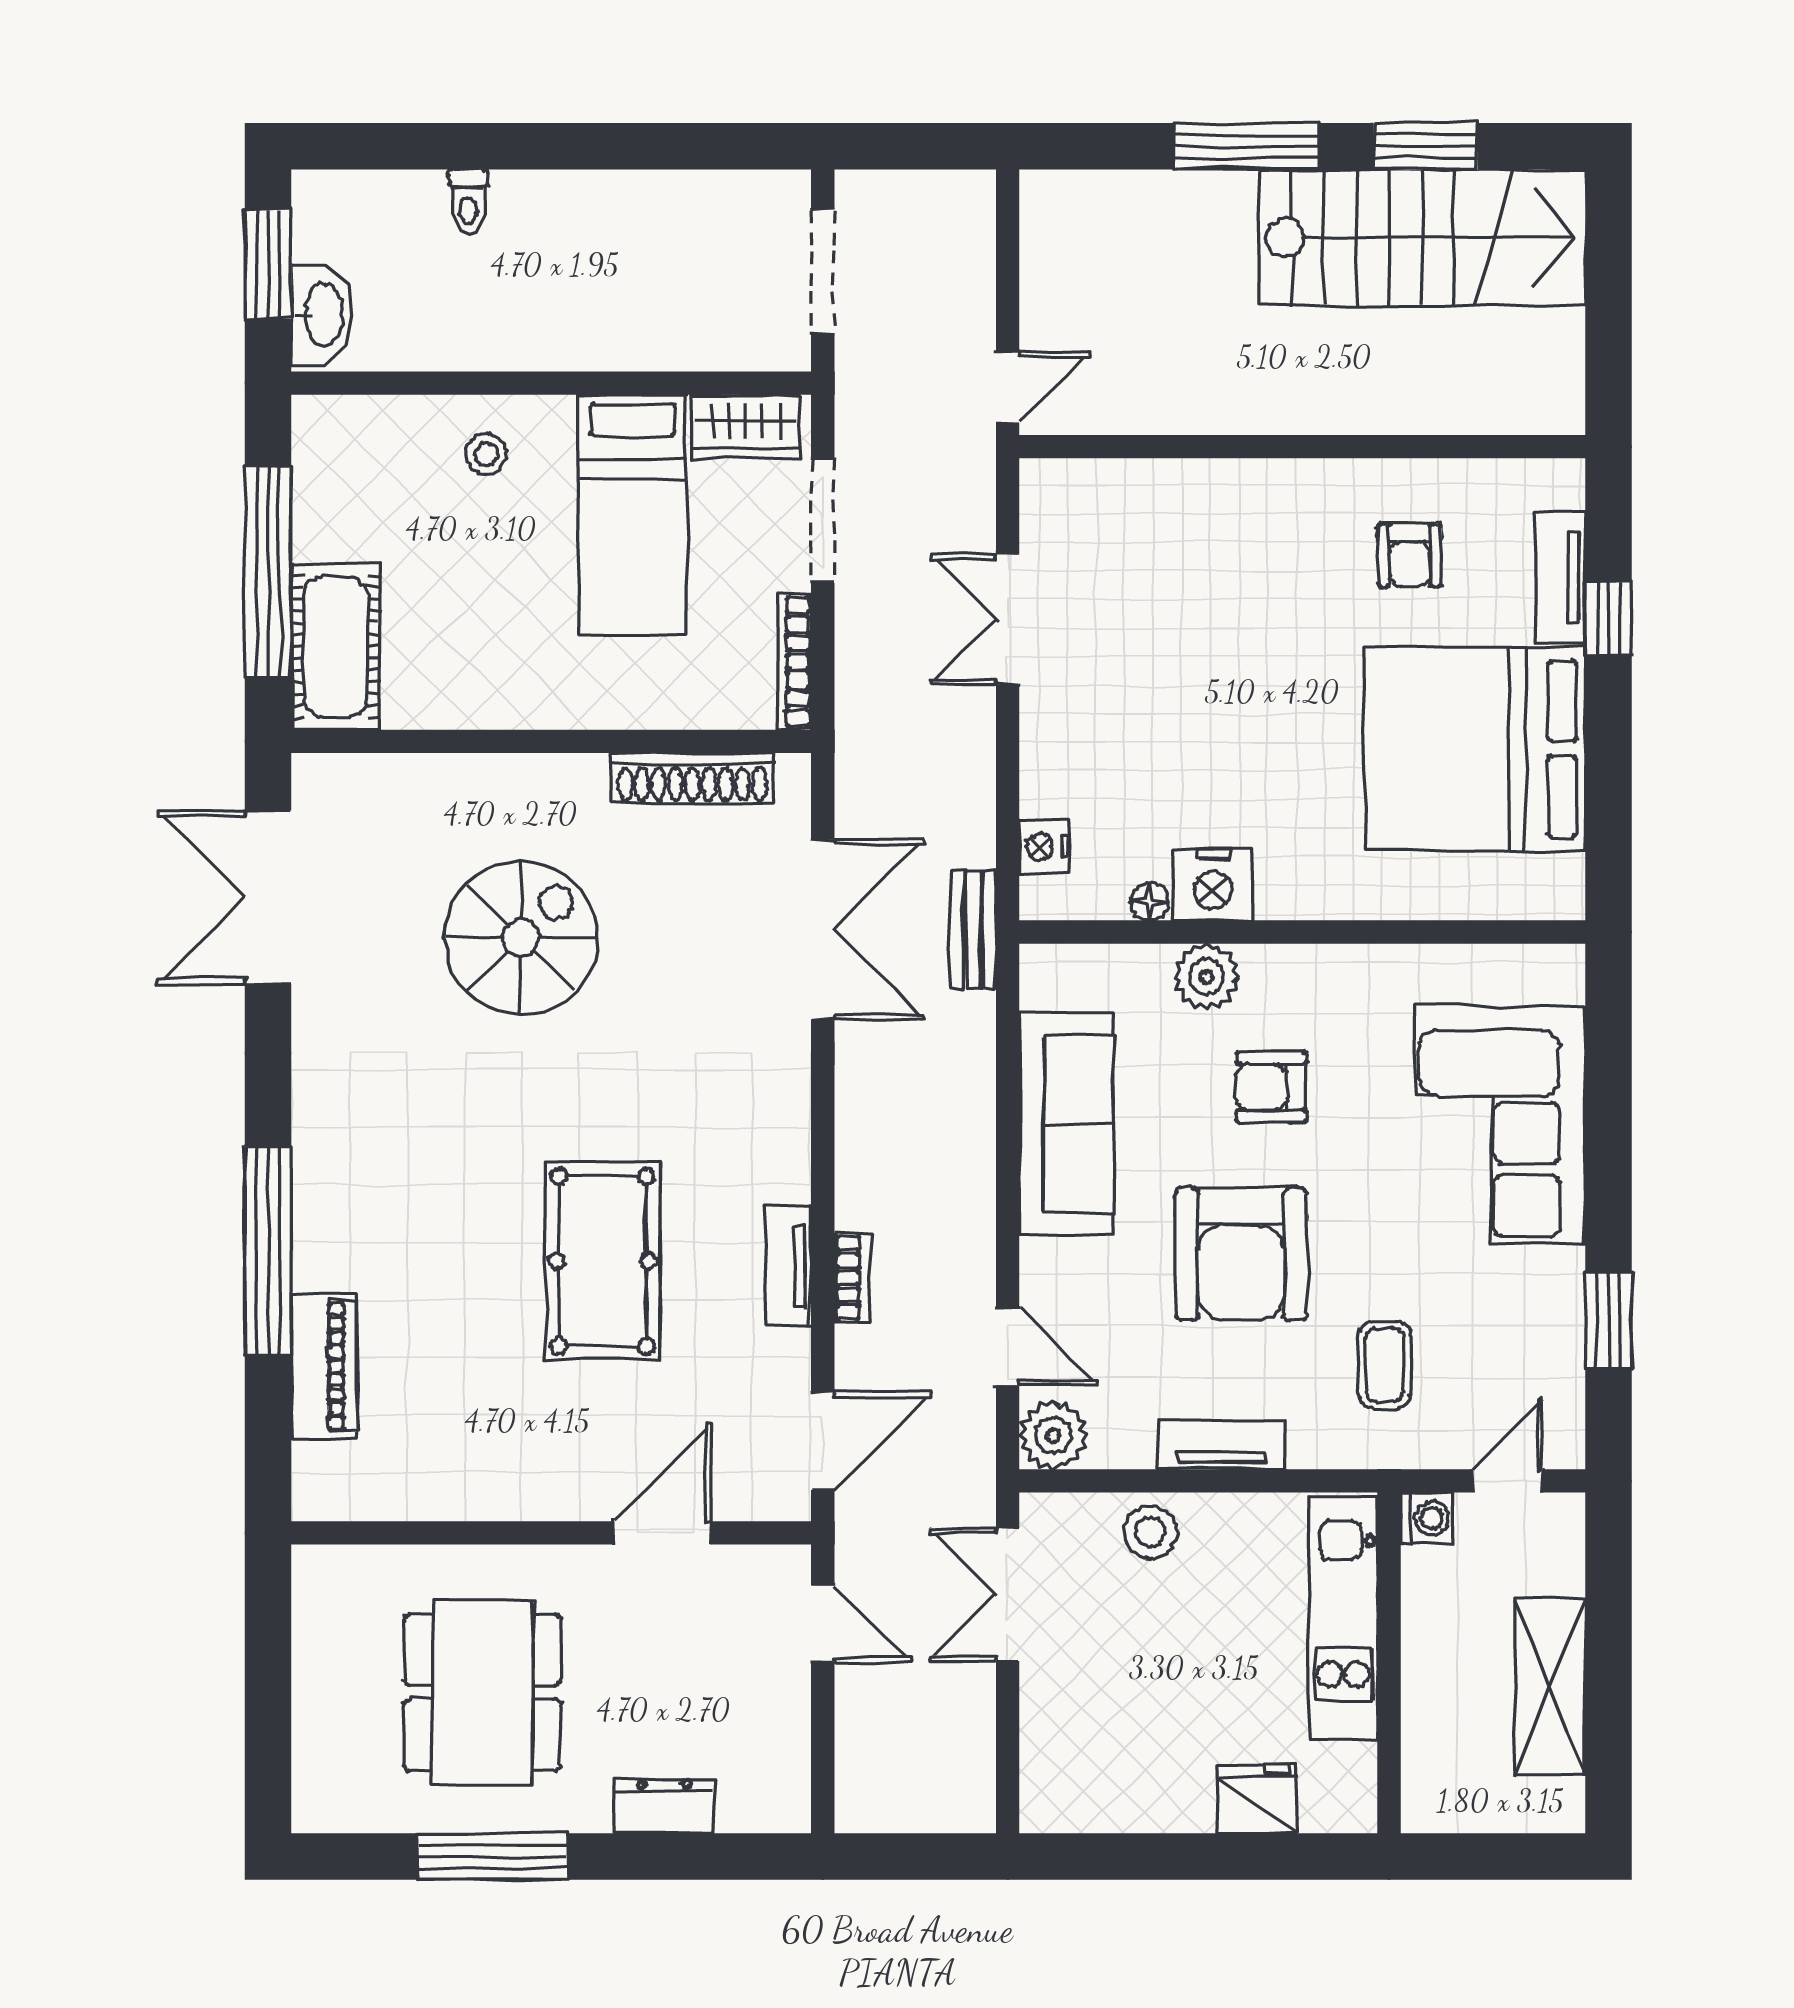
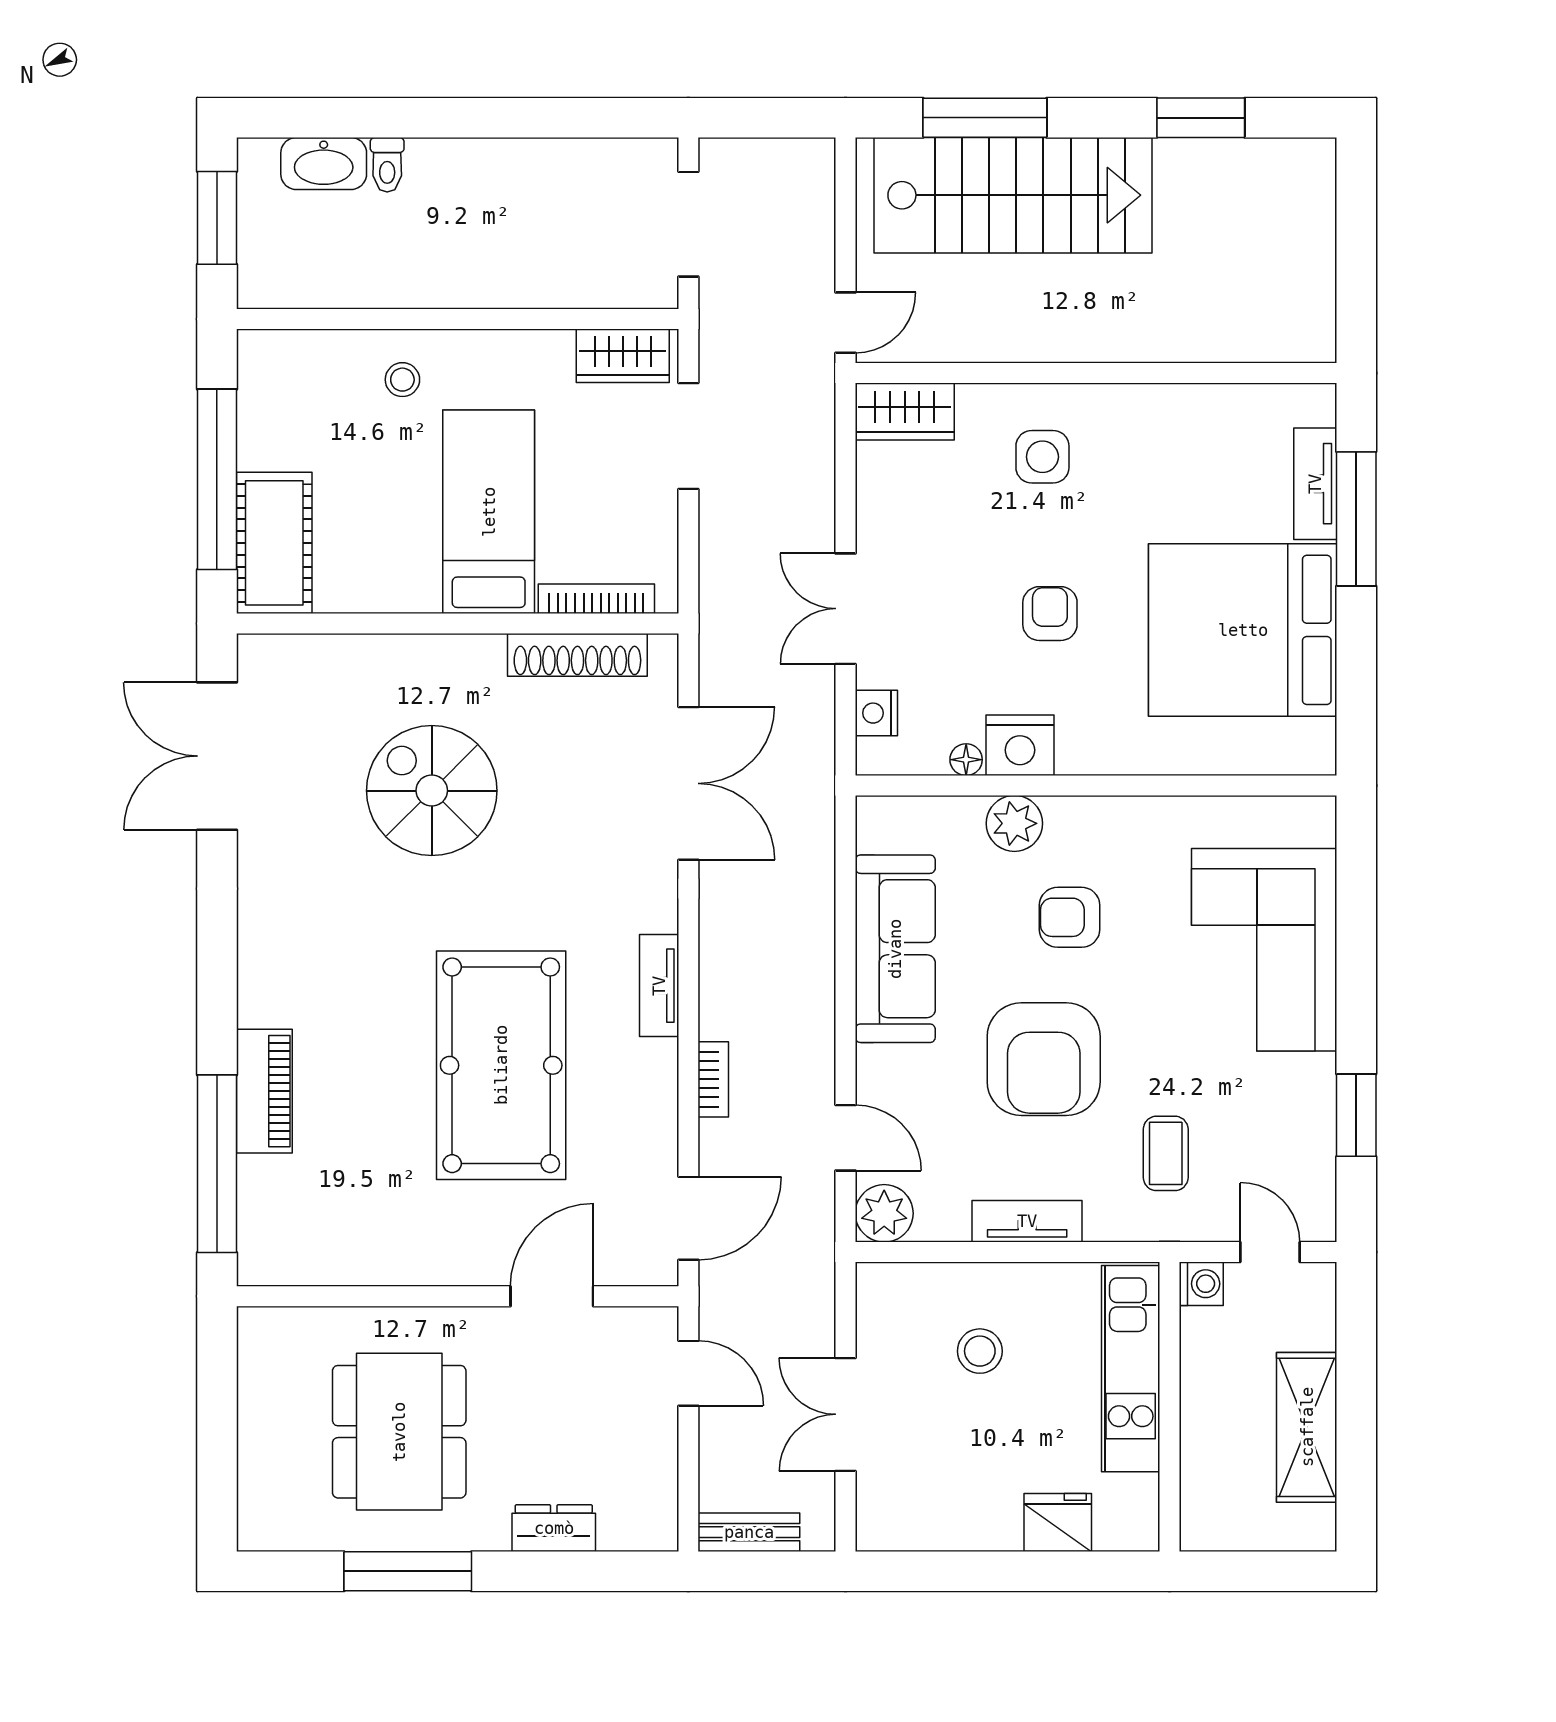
window: (1247, 146) -> (985, 118), moved
stairs: (1422, 237) -> (1013, 195), moved
washbasin: (322, 315) -> (324, 164), moved, turned 90
wardrobe: (1077, 492) -> (905, 412), added
bed: (632, 514) -> (489, 512), moved, turned 180
side table: (1239, 545) -> (1042, 457), added
armchair: (1410, 555) -> (1050, 614), moved, turned 180
window: (1609, 618) -> (1356, 519), width x2.17
double door: (1008, 620) -> (845, 609), moved
bookcase: (794, 662) -> (596, 599), moved, turned 90
bench: (973, 930) -> (749, 1532), moved, turned 90
spiral stairs: (521, 938) -> (432, 791), turned -90
window: (268, 1251) -> (217, 1164), moved
pool table: (602, 1261) -> (501, 1065), width x1.36, depth x1.32
tv unit: (788, 1266) -> (659, 986), moved
piano: (324, 1366) -> (264, 1091), moved
door: (1507, 1481) -> (1270, 1252), hinge flipped
stool: (1150, 1532) -> (980, 1351), moved
double door: (1008, 1595) -> (845, 1414), moved

